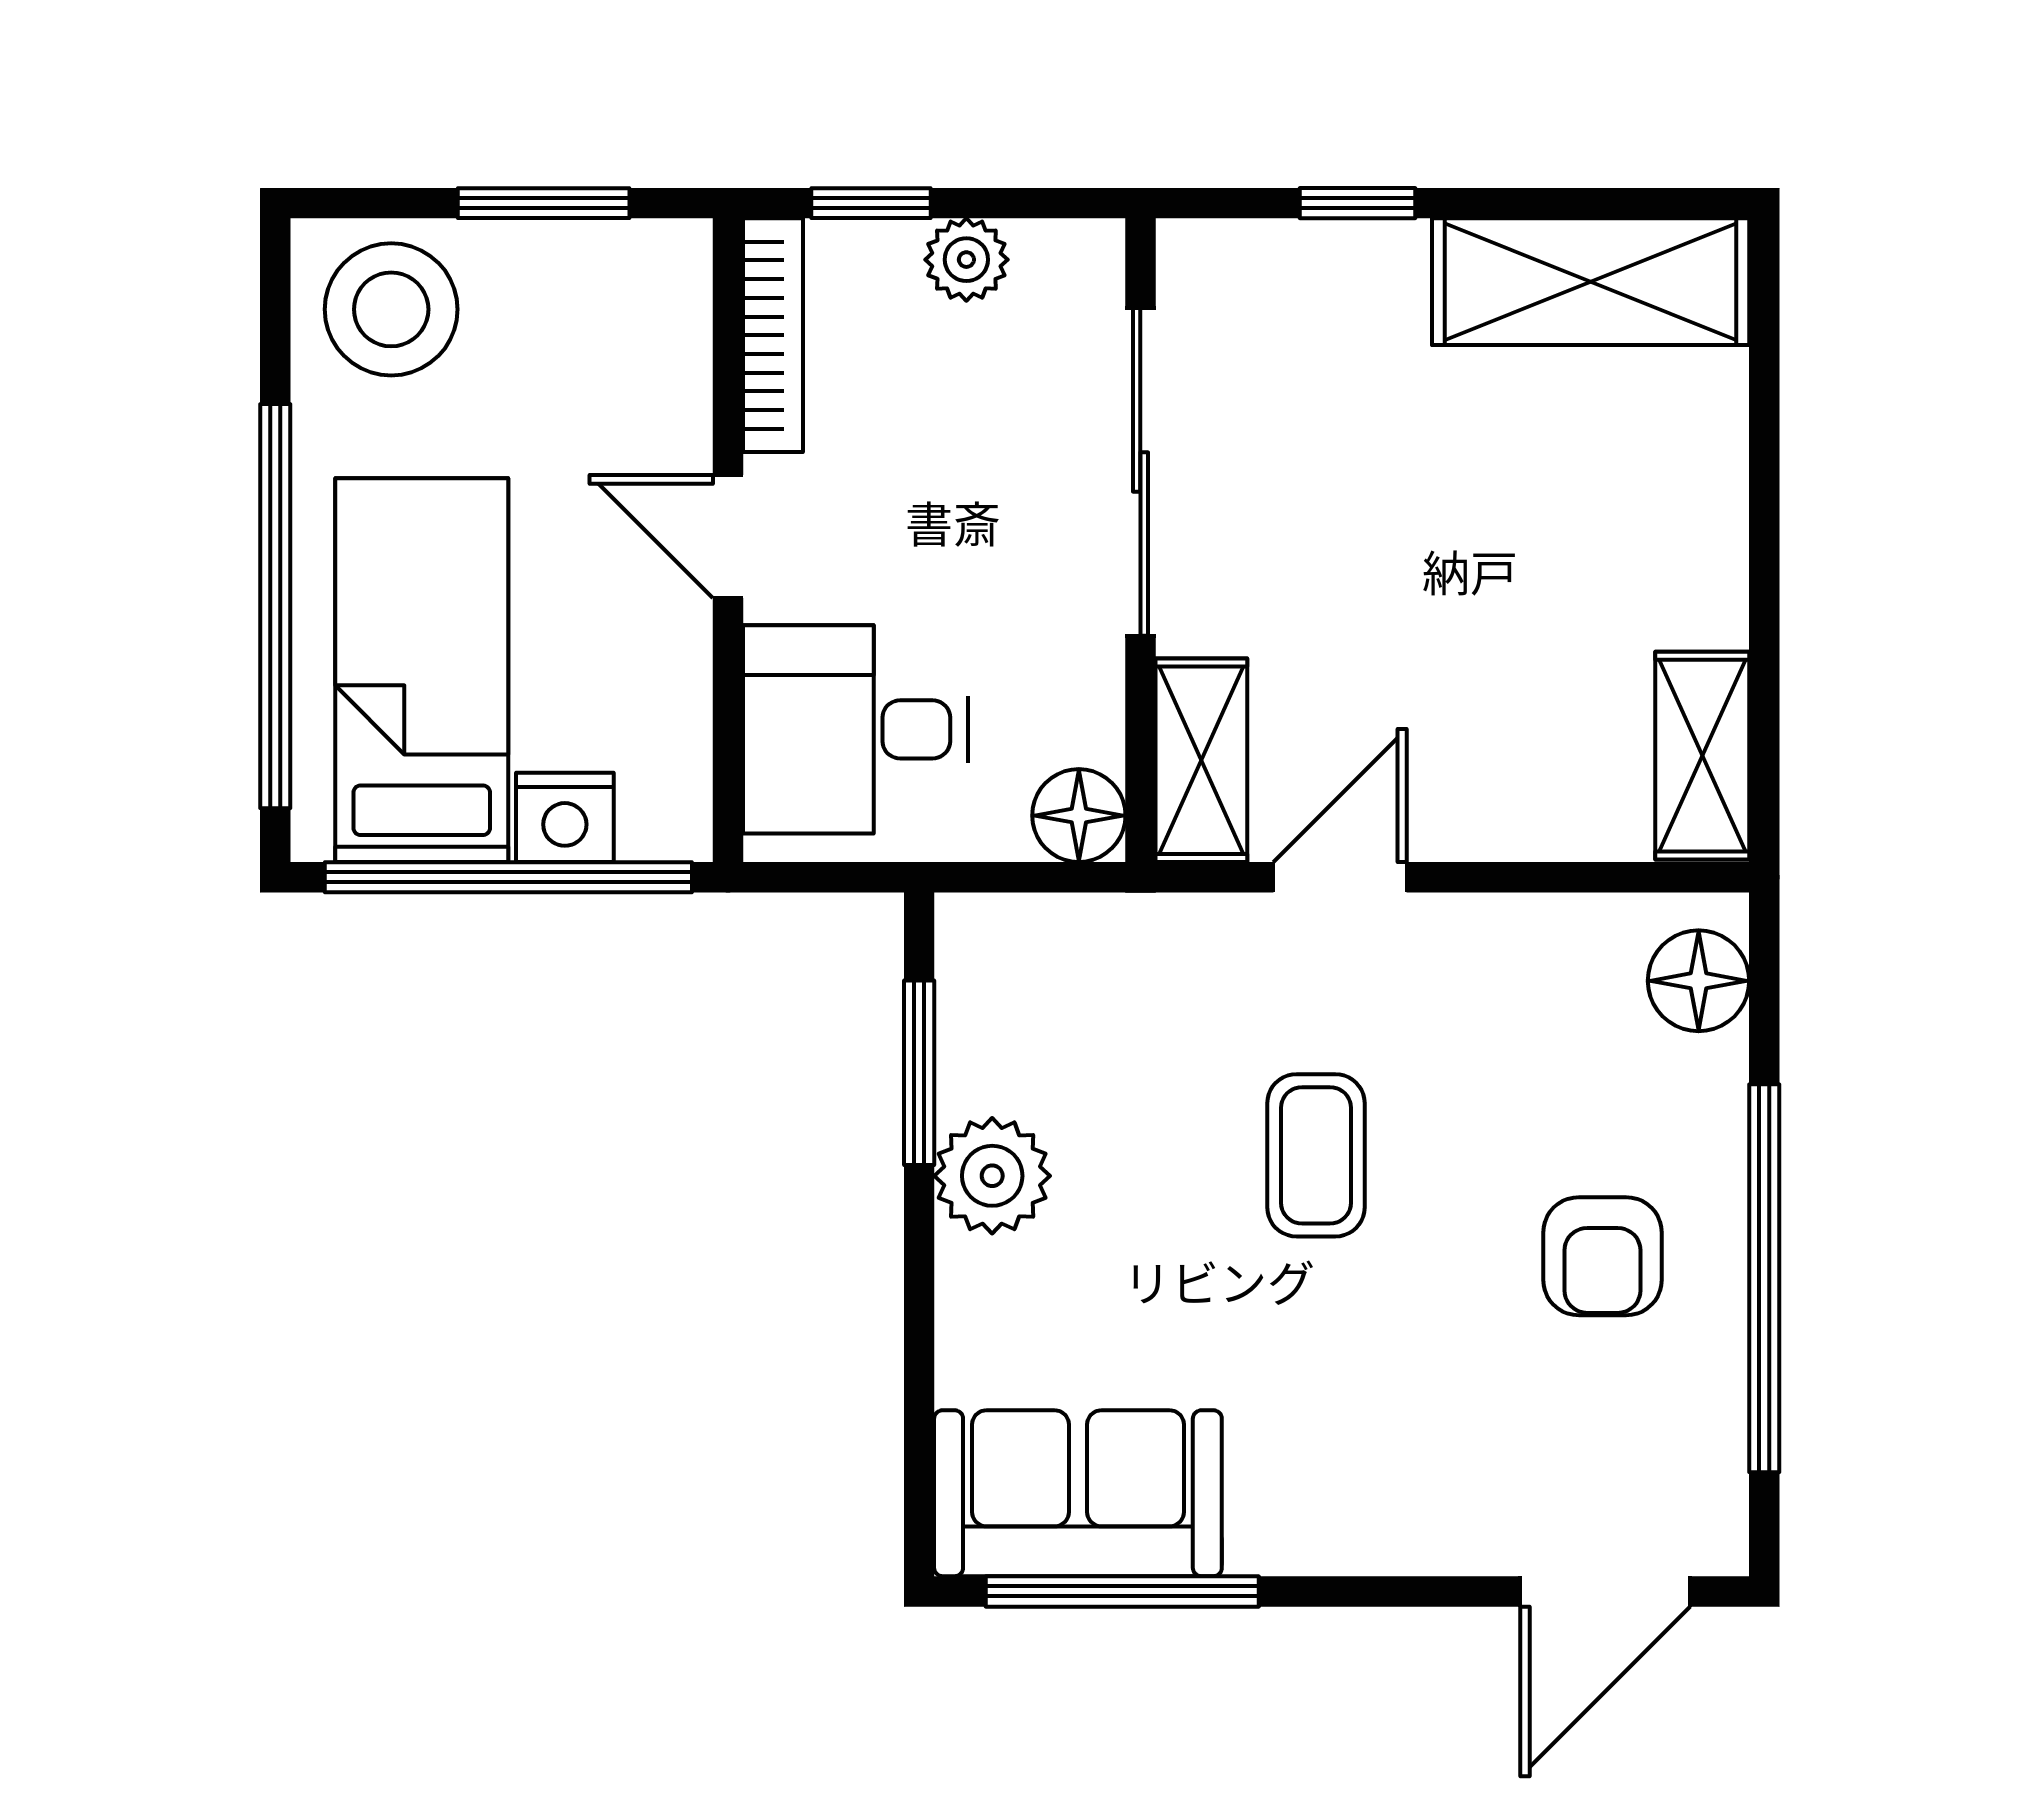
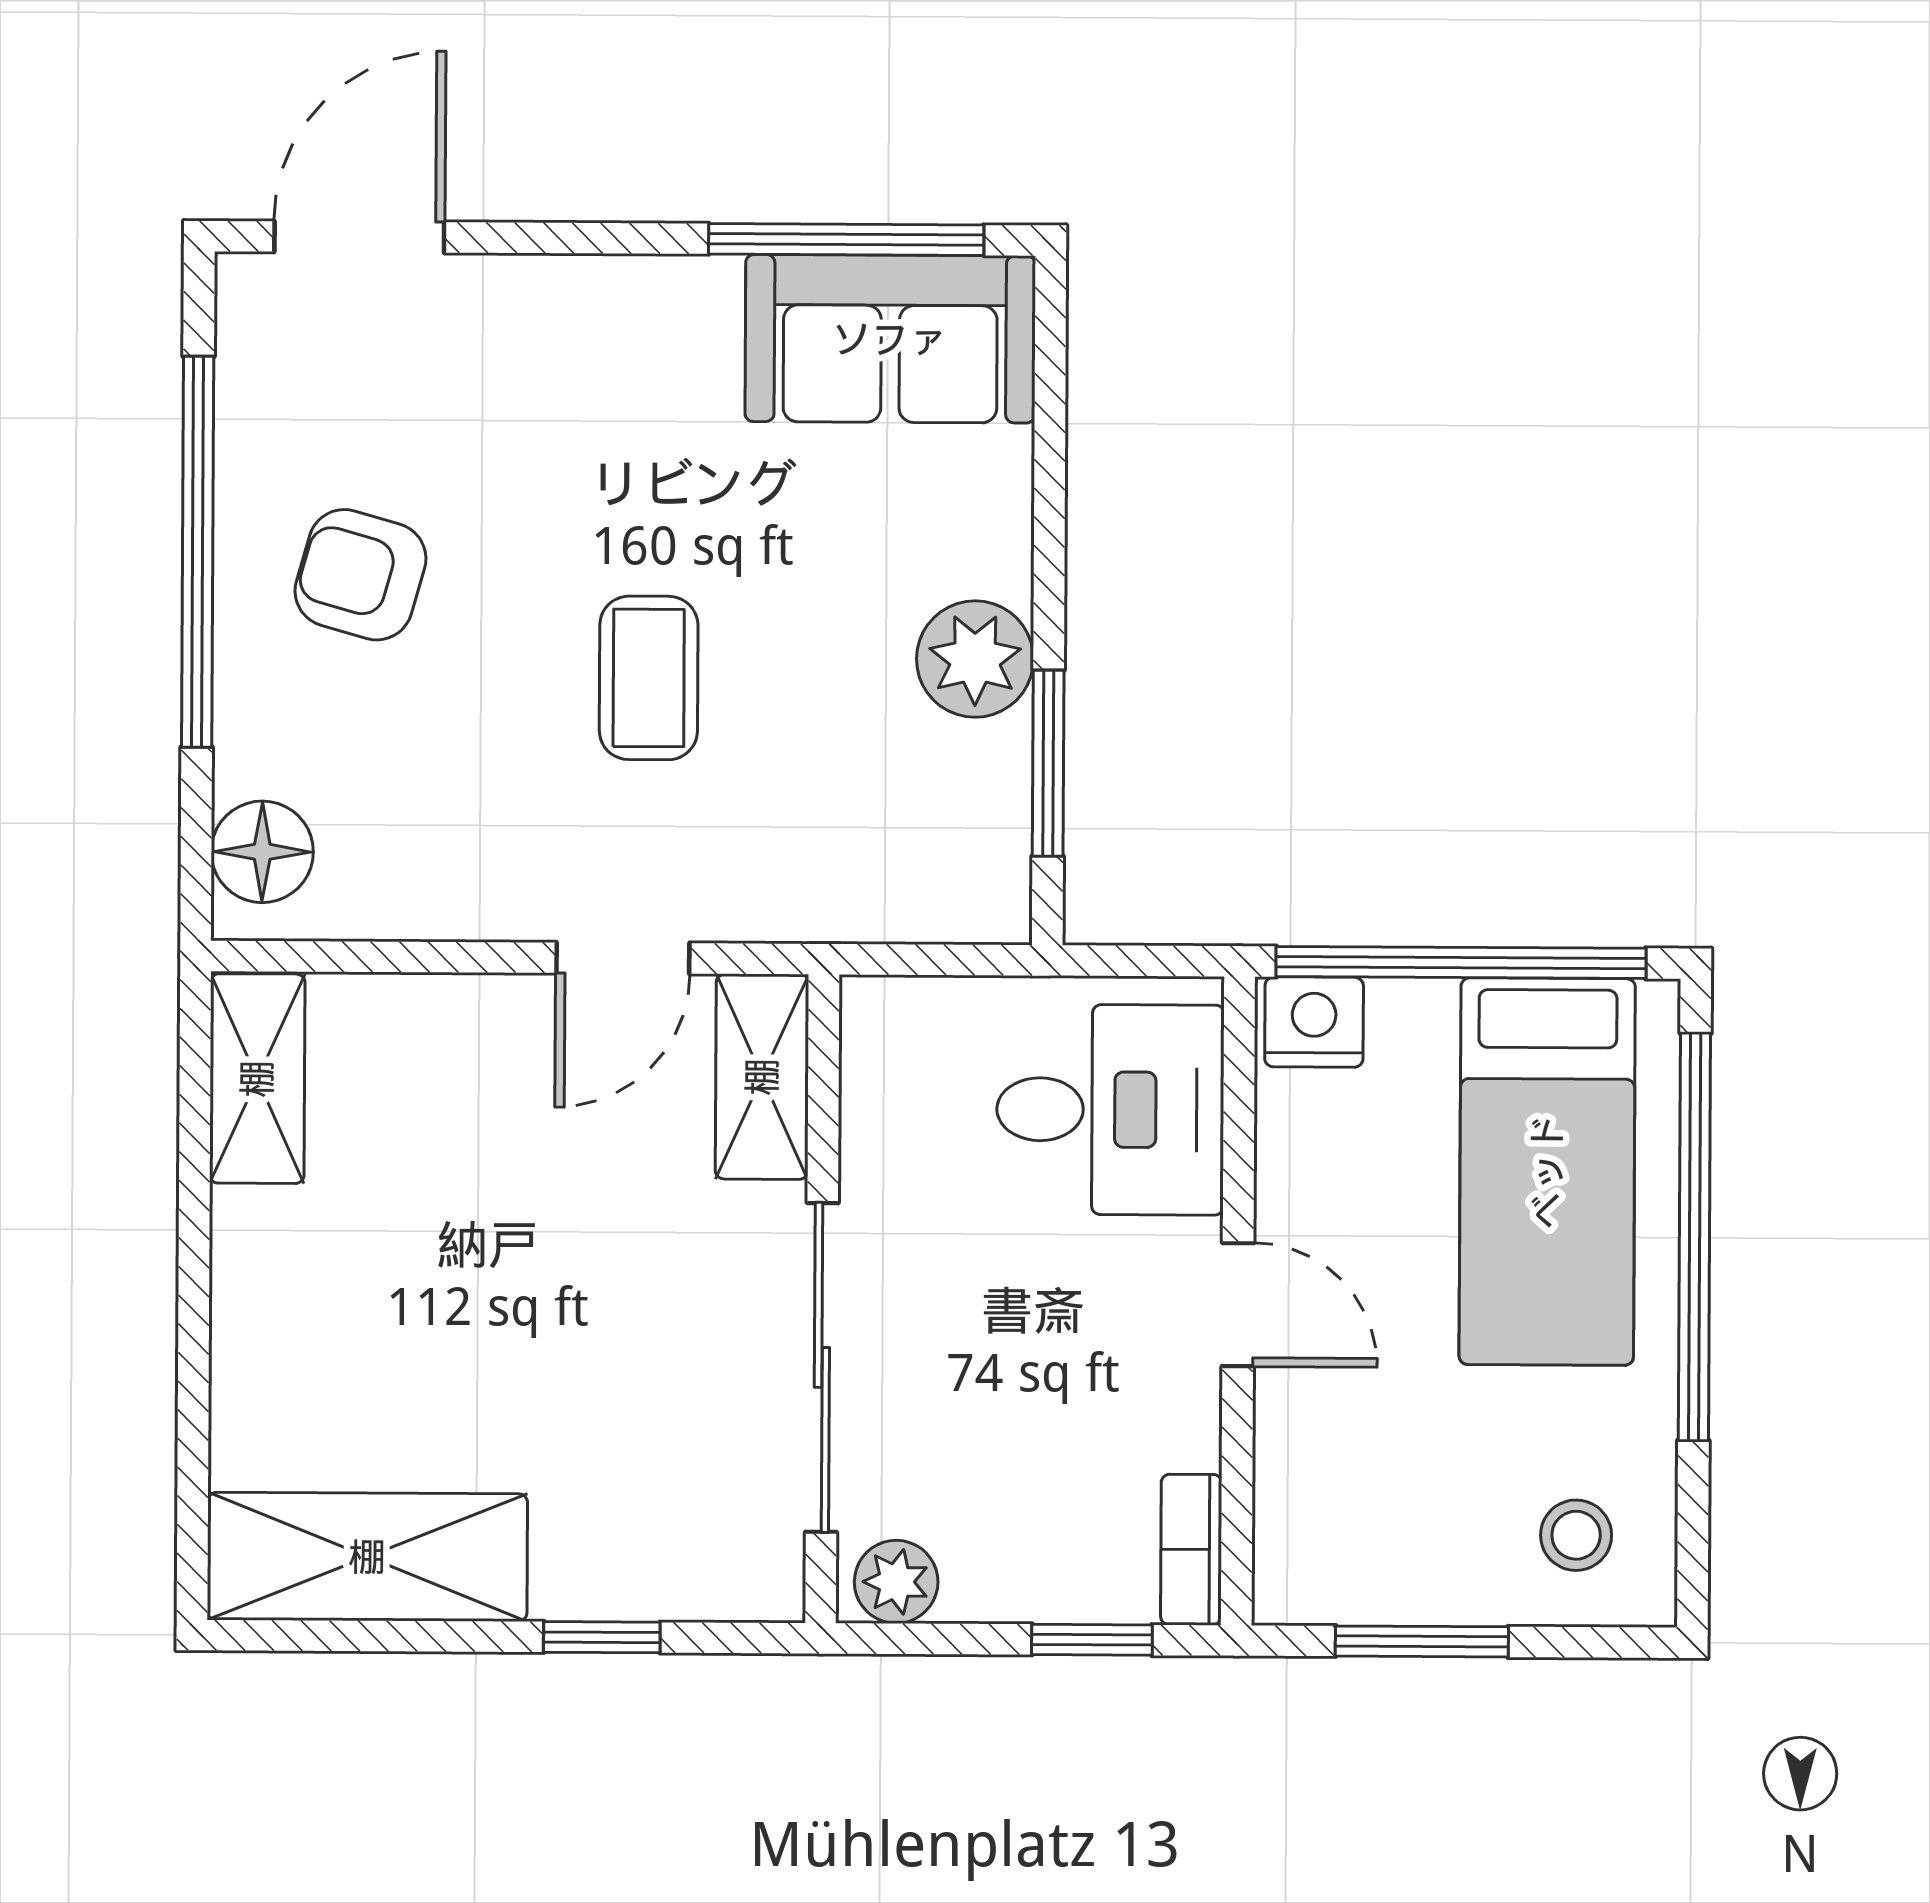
plant: (966, 260) -> (896, 1582), moved
stool: (391, 309) -> (1576, 1535), width x0.53, depth x0.53
bookcase: (773, 335) -> (1191, 1550), width x0.64
floor lamp: (1079, 816) -> (886, 1022), removed
nightstand: (565, 817) -> (1314, 1022), moved
armchair: (1602, 1256) -> (360, 575), turned -74

